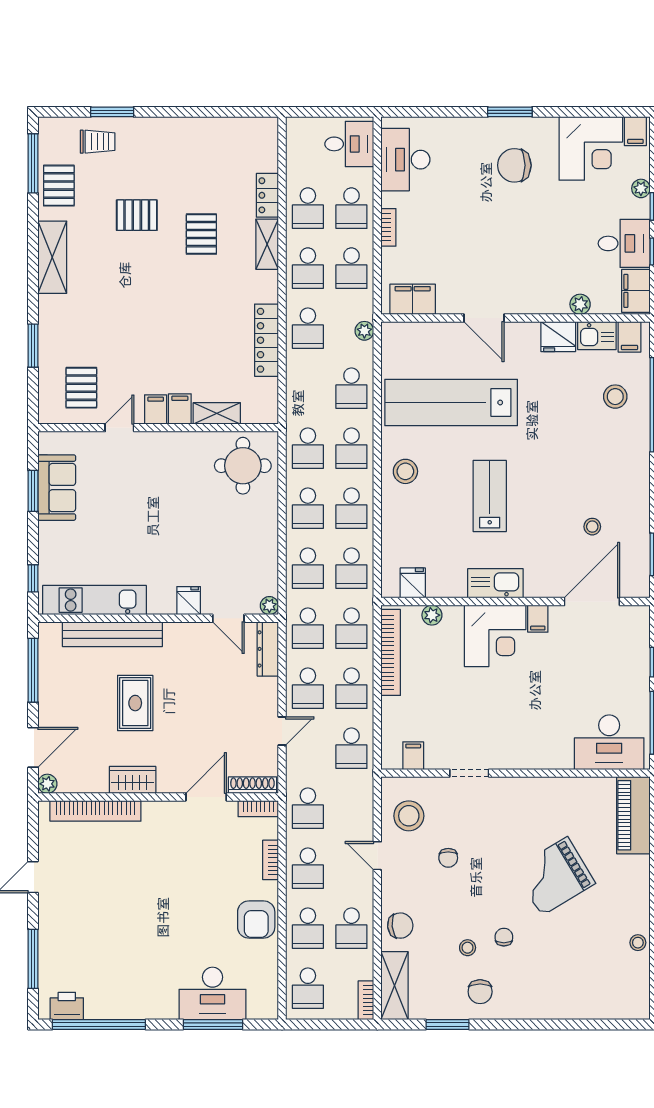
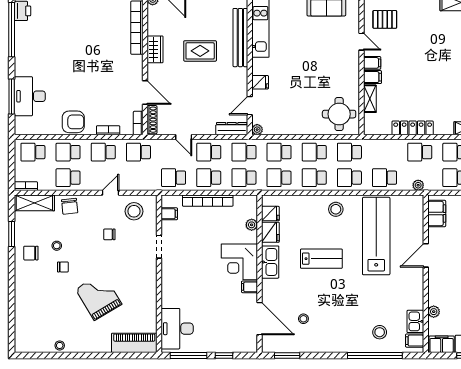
fridge: (558, 337) -> (270, 232), moved, turned 180
bookcase: (391, 652) -> (208, 201), moved
armchair: (256, 919) -> (73, 122), turned 180

